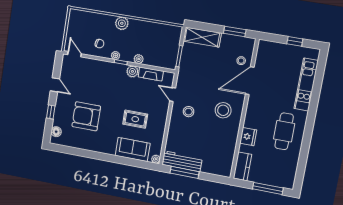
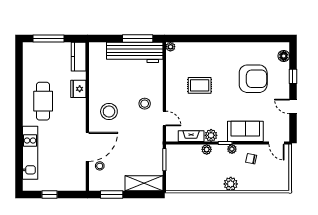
sofa: (133, 150) -> (245, 131), moved, turned 180
workbench: (182, 161) -> (135, 52), width x1.36, depth x1.32

